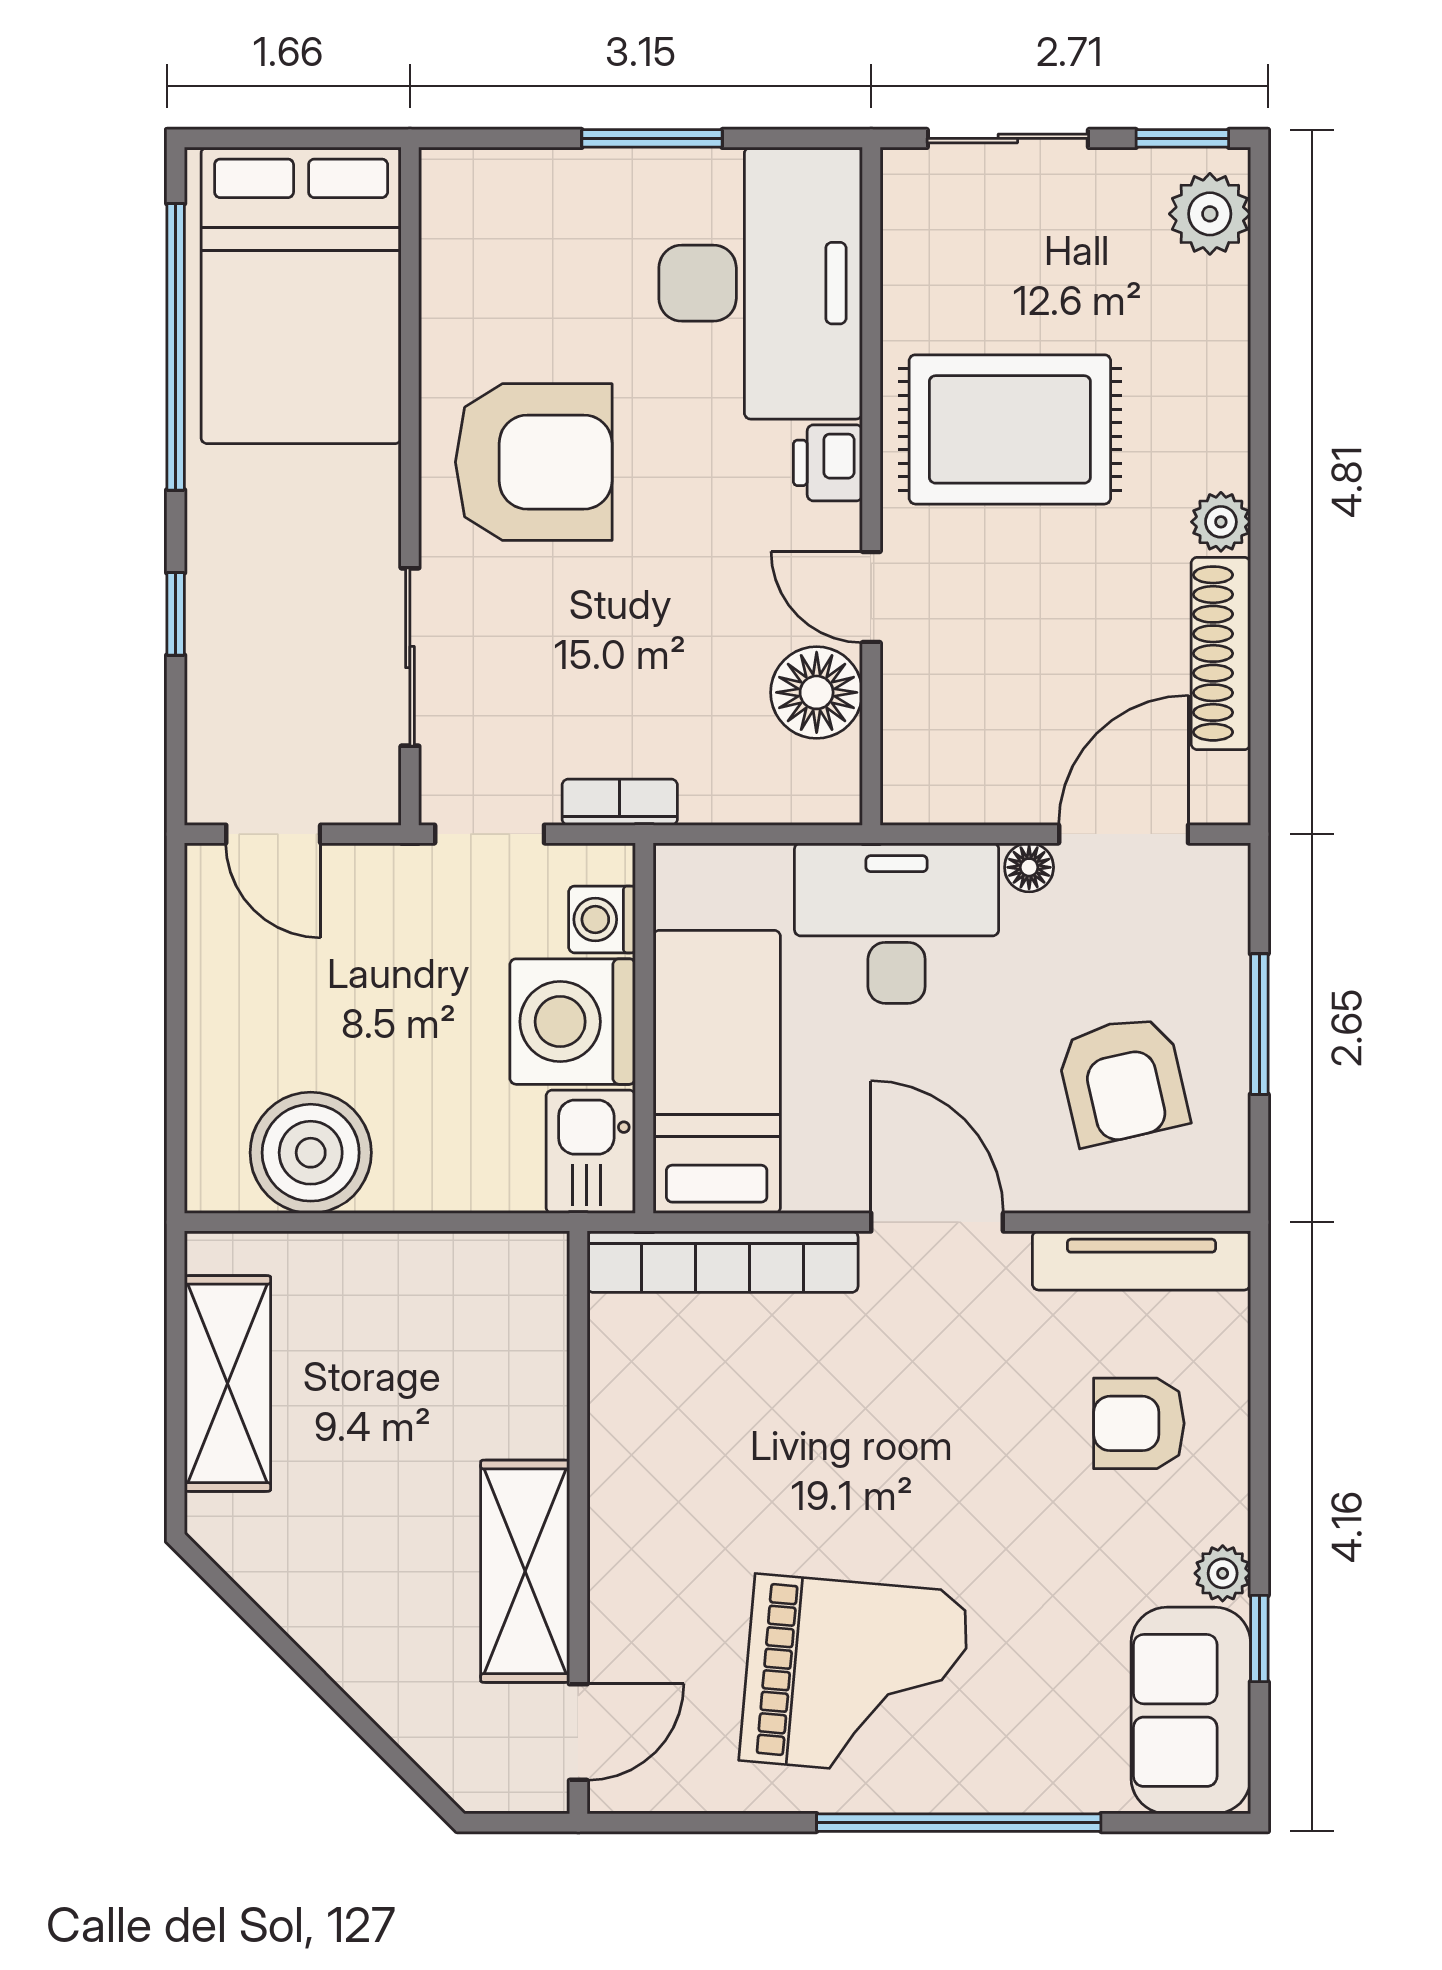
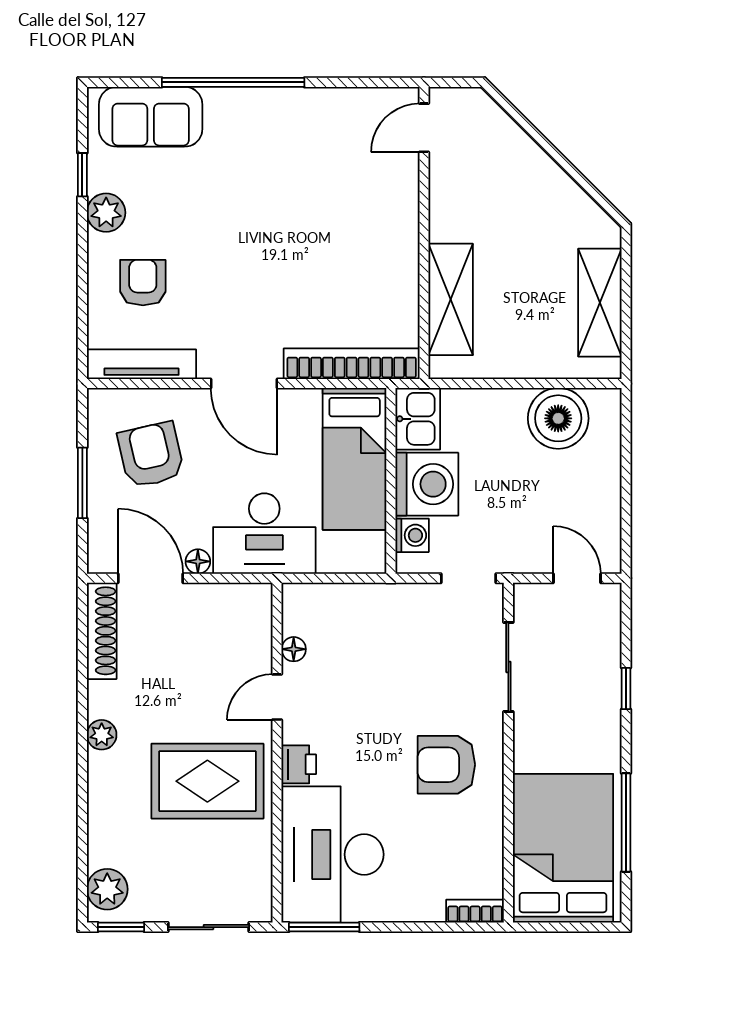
window: (652, 138) -> (324, 927), moved
window: (176, 347) -> (626, 823), width x0.68
armchair: (534, 462) -> (446, 765), width x0.73, depth x0.73
door: (871, 597) -> (277, 697), swing flipped
shoe rack: (1221, 653) -> (102, 631), moved
floor lamp: (817, 692) -> (294, 649), width x0.53, depth x0.53
bookcase: (620, 802) -> (475, 911), moved, turned 180
door: (1124, 834) -> (150, 578), swing flipped
armchair: (1139, 1423) -> (143, 283), turned -90
shelving: (525, 1571) -> (451, 299), moved
plant: (1223, 1573) -> (106, 213), width x1.38, depth x1.38
grand piano: (855, 1676) -> (285, 156), removed
sofa: (1191, 1710) -> (151, 117), moved, turned 90

